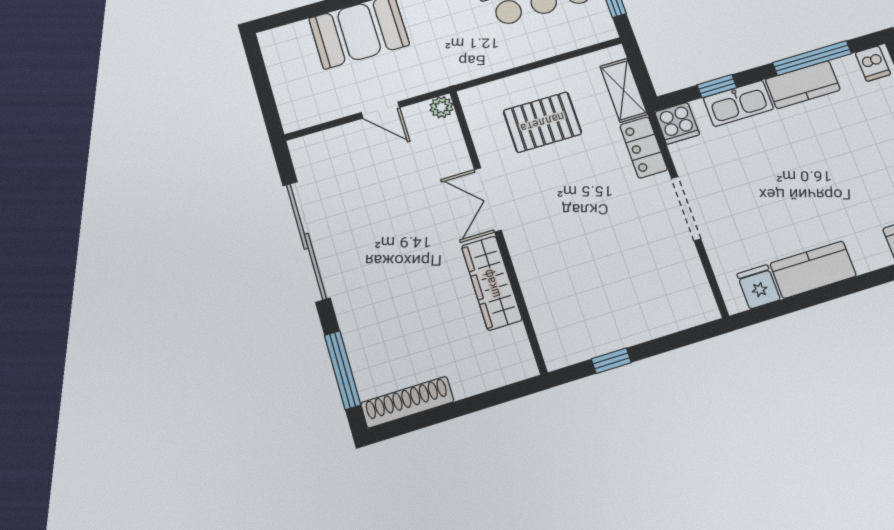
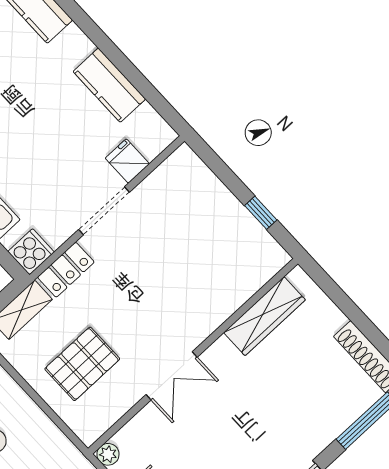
pallet: (542, 122) -> (82, 364), turned 90
wardrobe: (492, 283) -> (264, 316), moved
fridge: (759, 287) -> (127, 161), moved, turned 90

